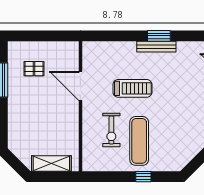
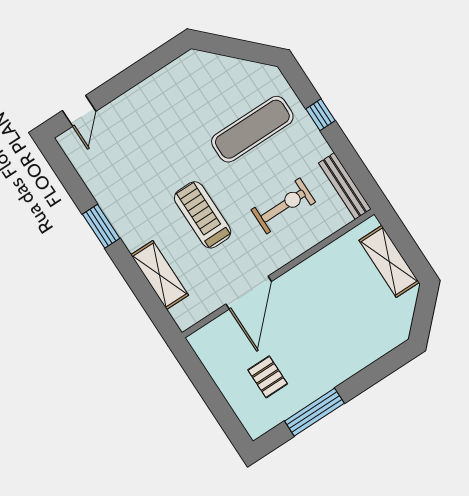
bench: (156, 47) -> (345, 186), moved
shelving: (117, 49) -> (160, 275), added
exercise mat: (139, 141) -> (252, 129), moved

